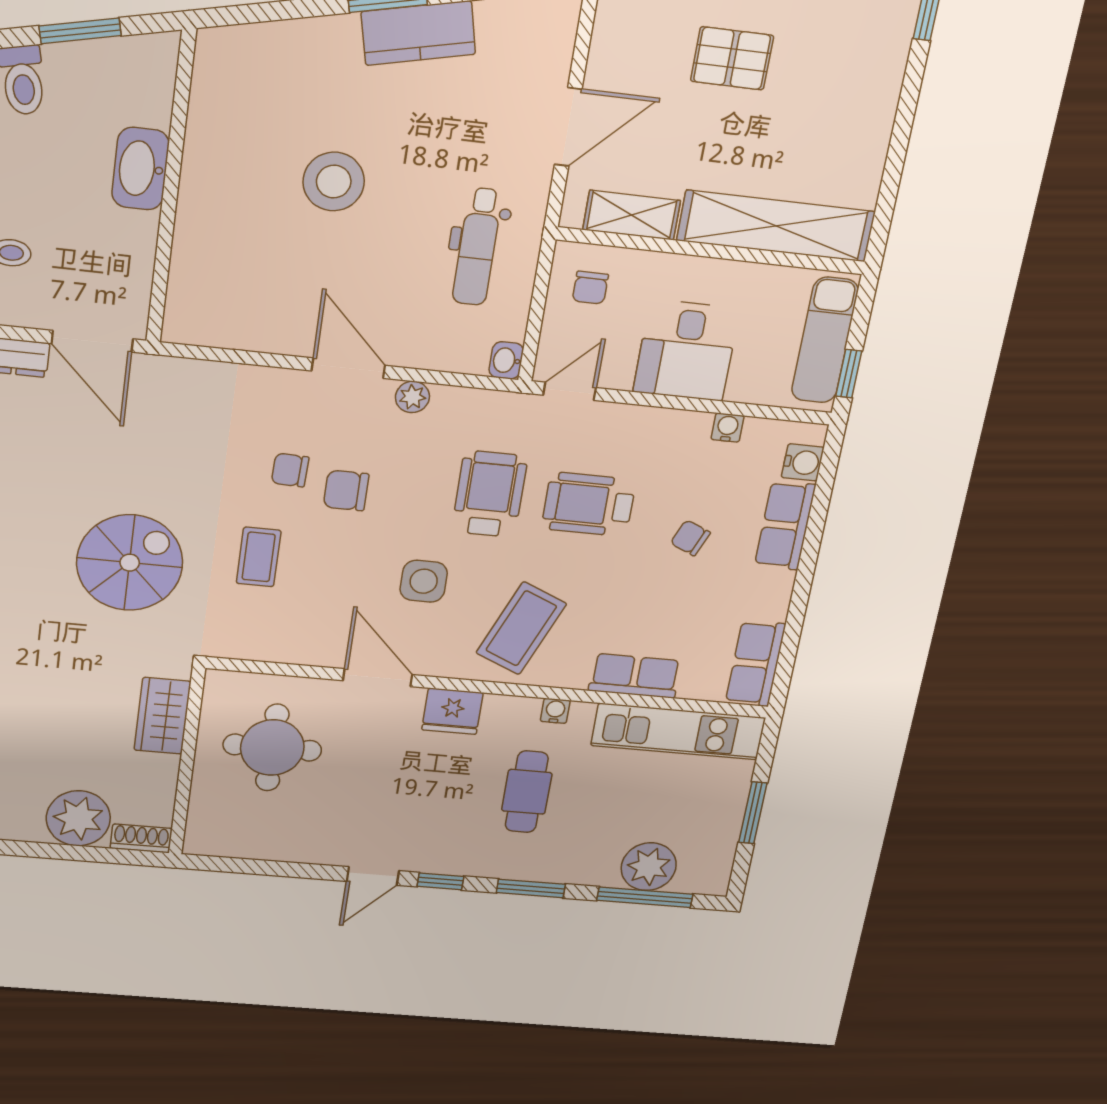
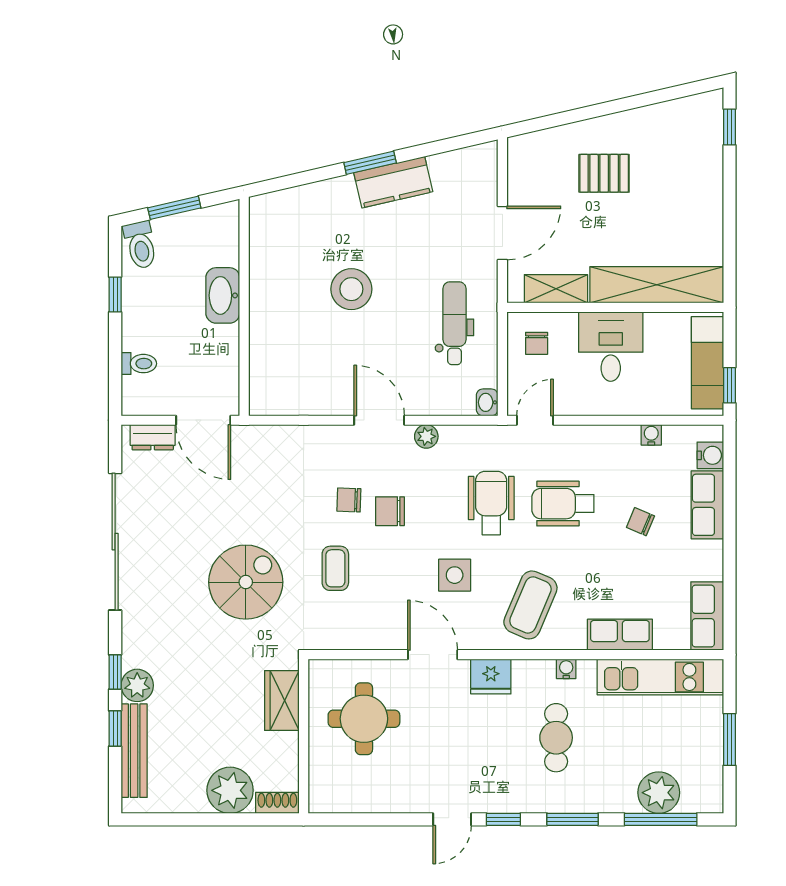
dental chair: (477, 247) -> (454, 323), turned 180
desk: (686, 350) -> (611, 347), moved, turned 180

